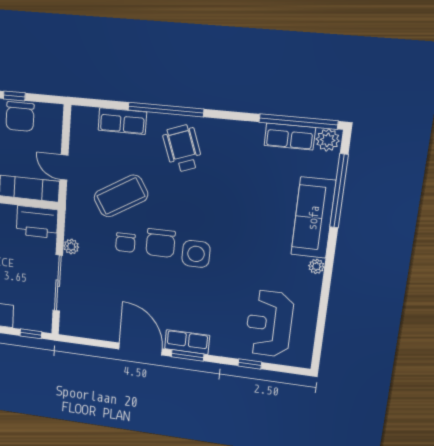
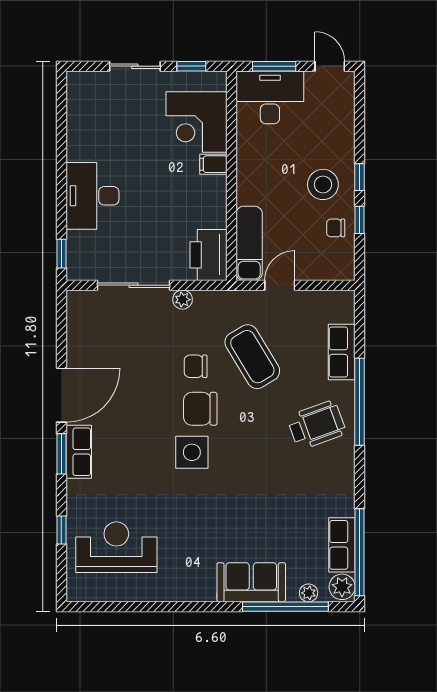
chair: (20, 117) -> (336, 228), width x0.54, depth x0.54
sofa: (313, 218) -> (251, 582), width x0.73
plant: (316, 266) -> (309, 593), moved

